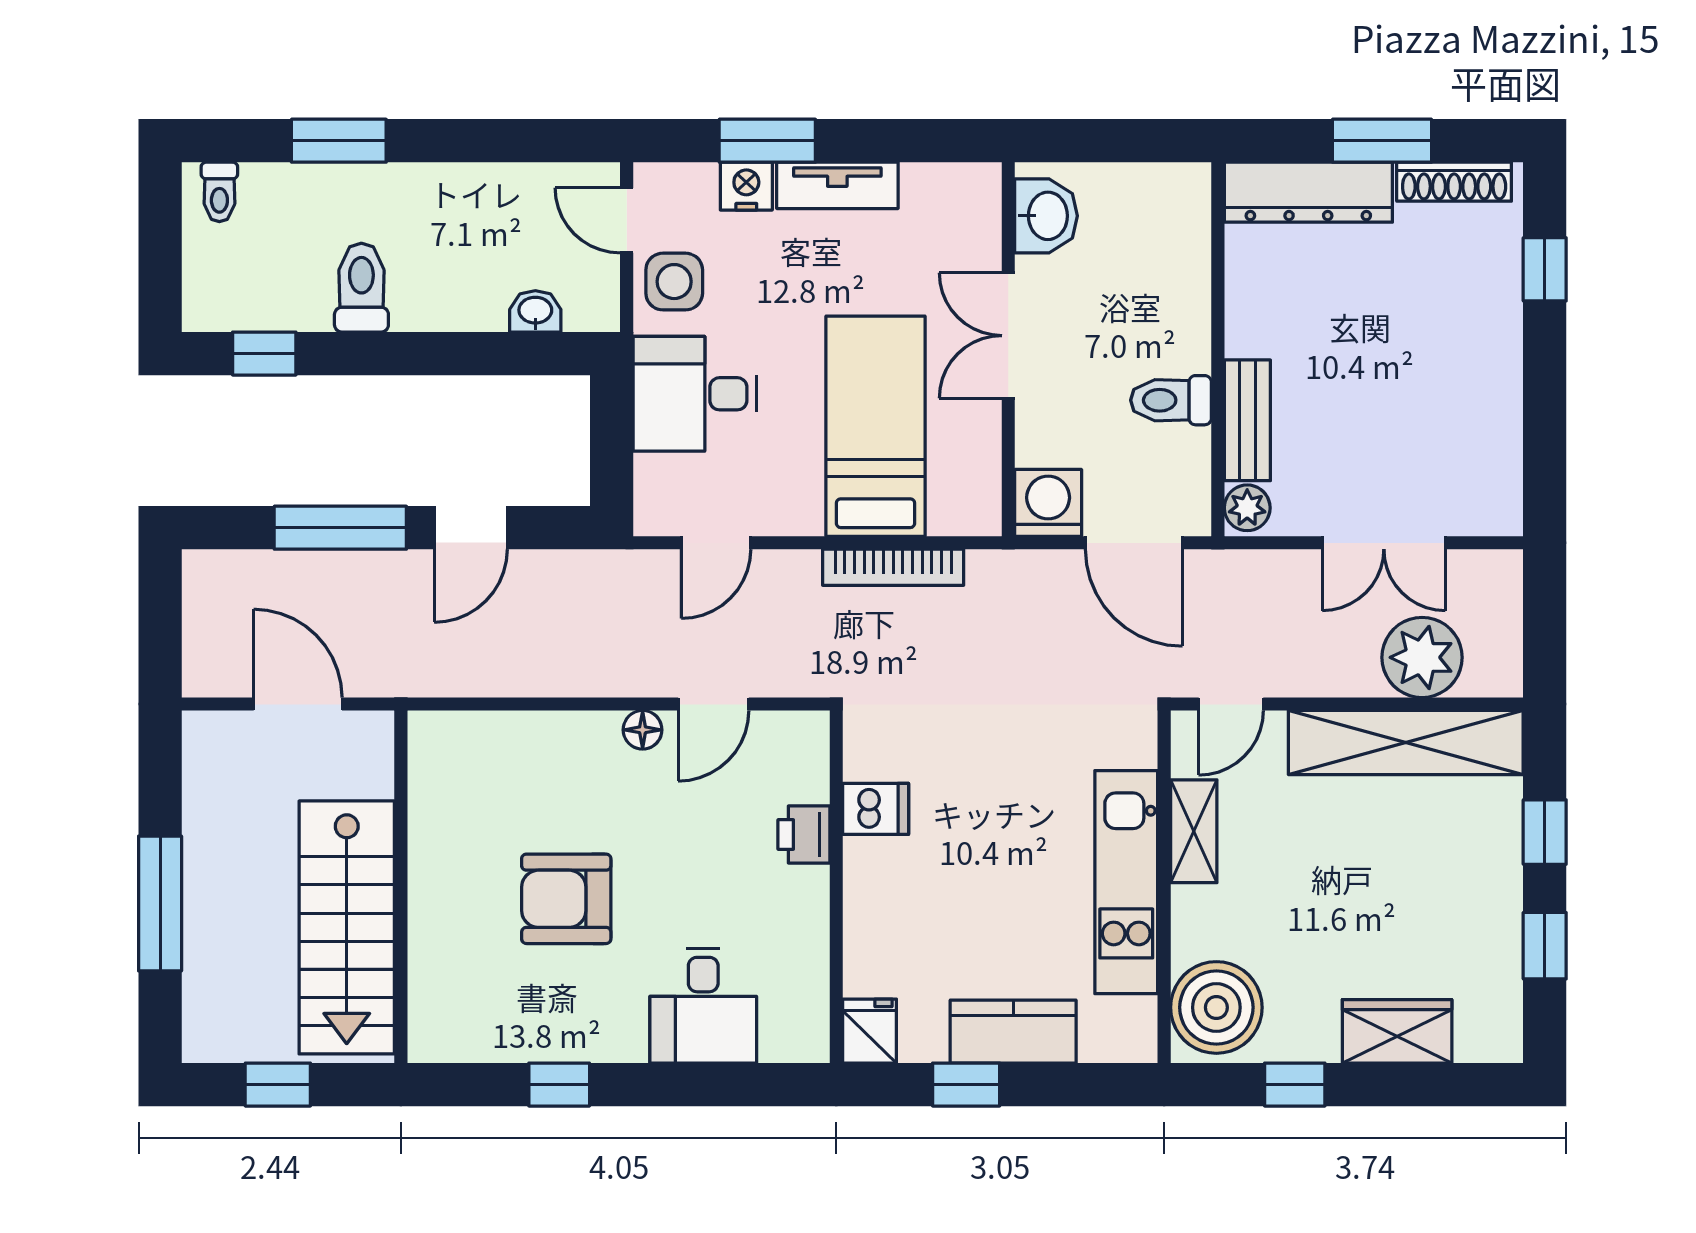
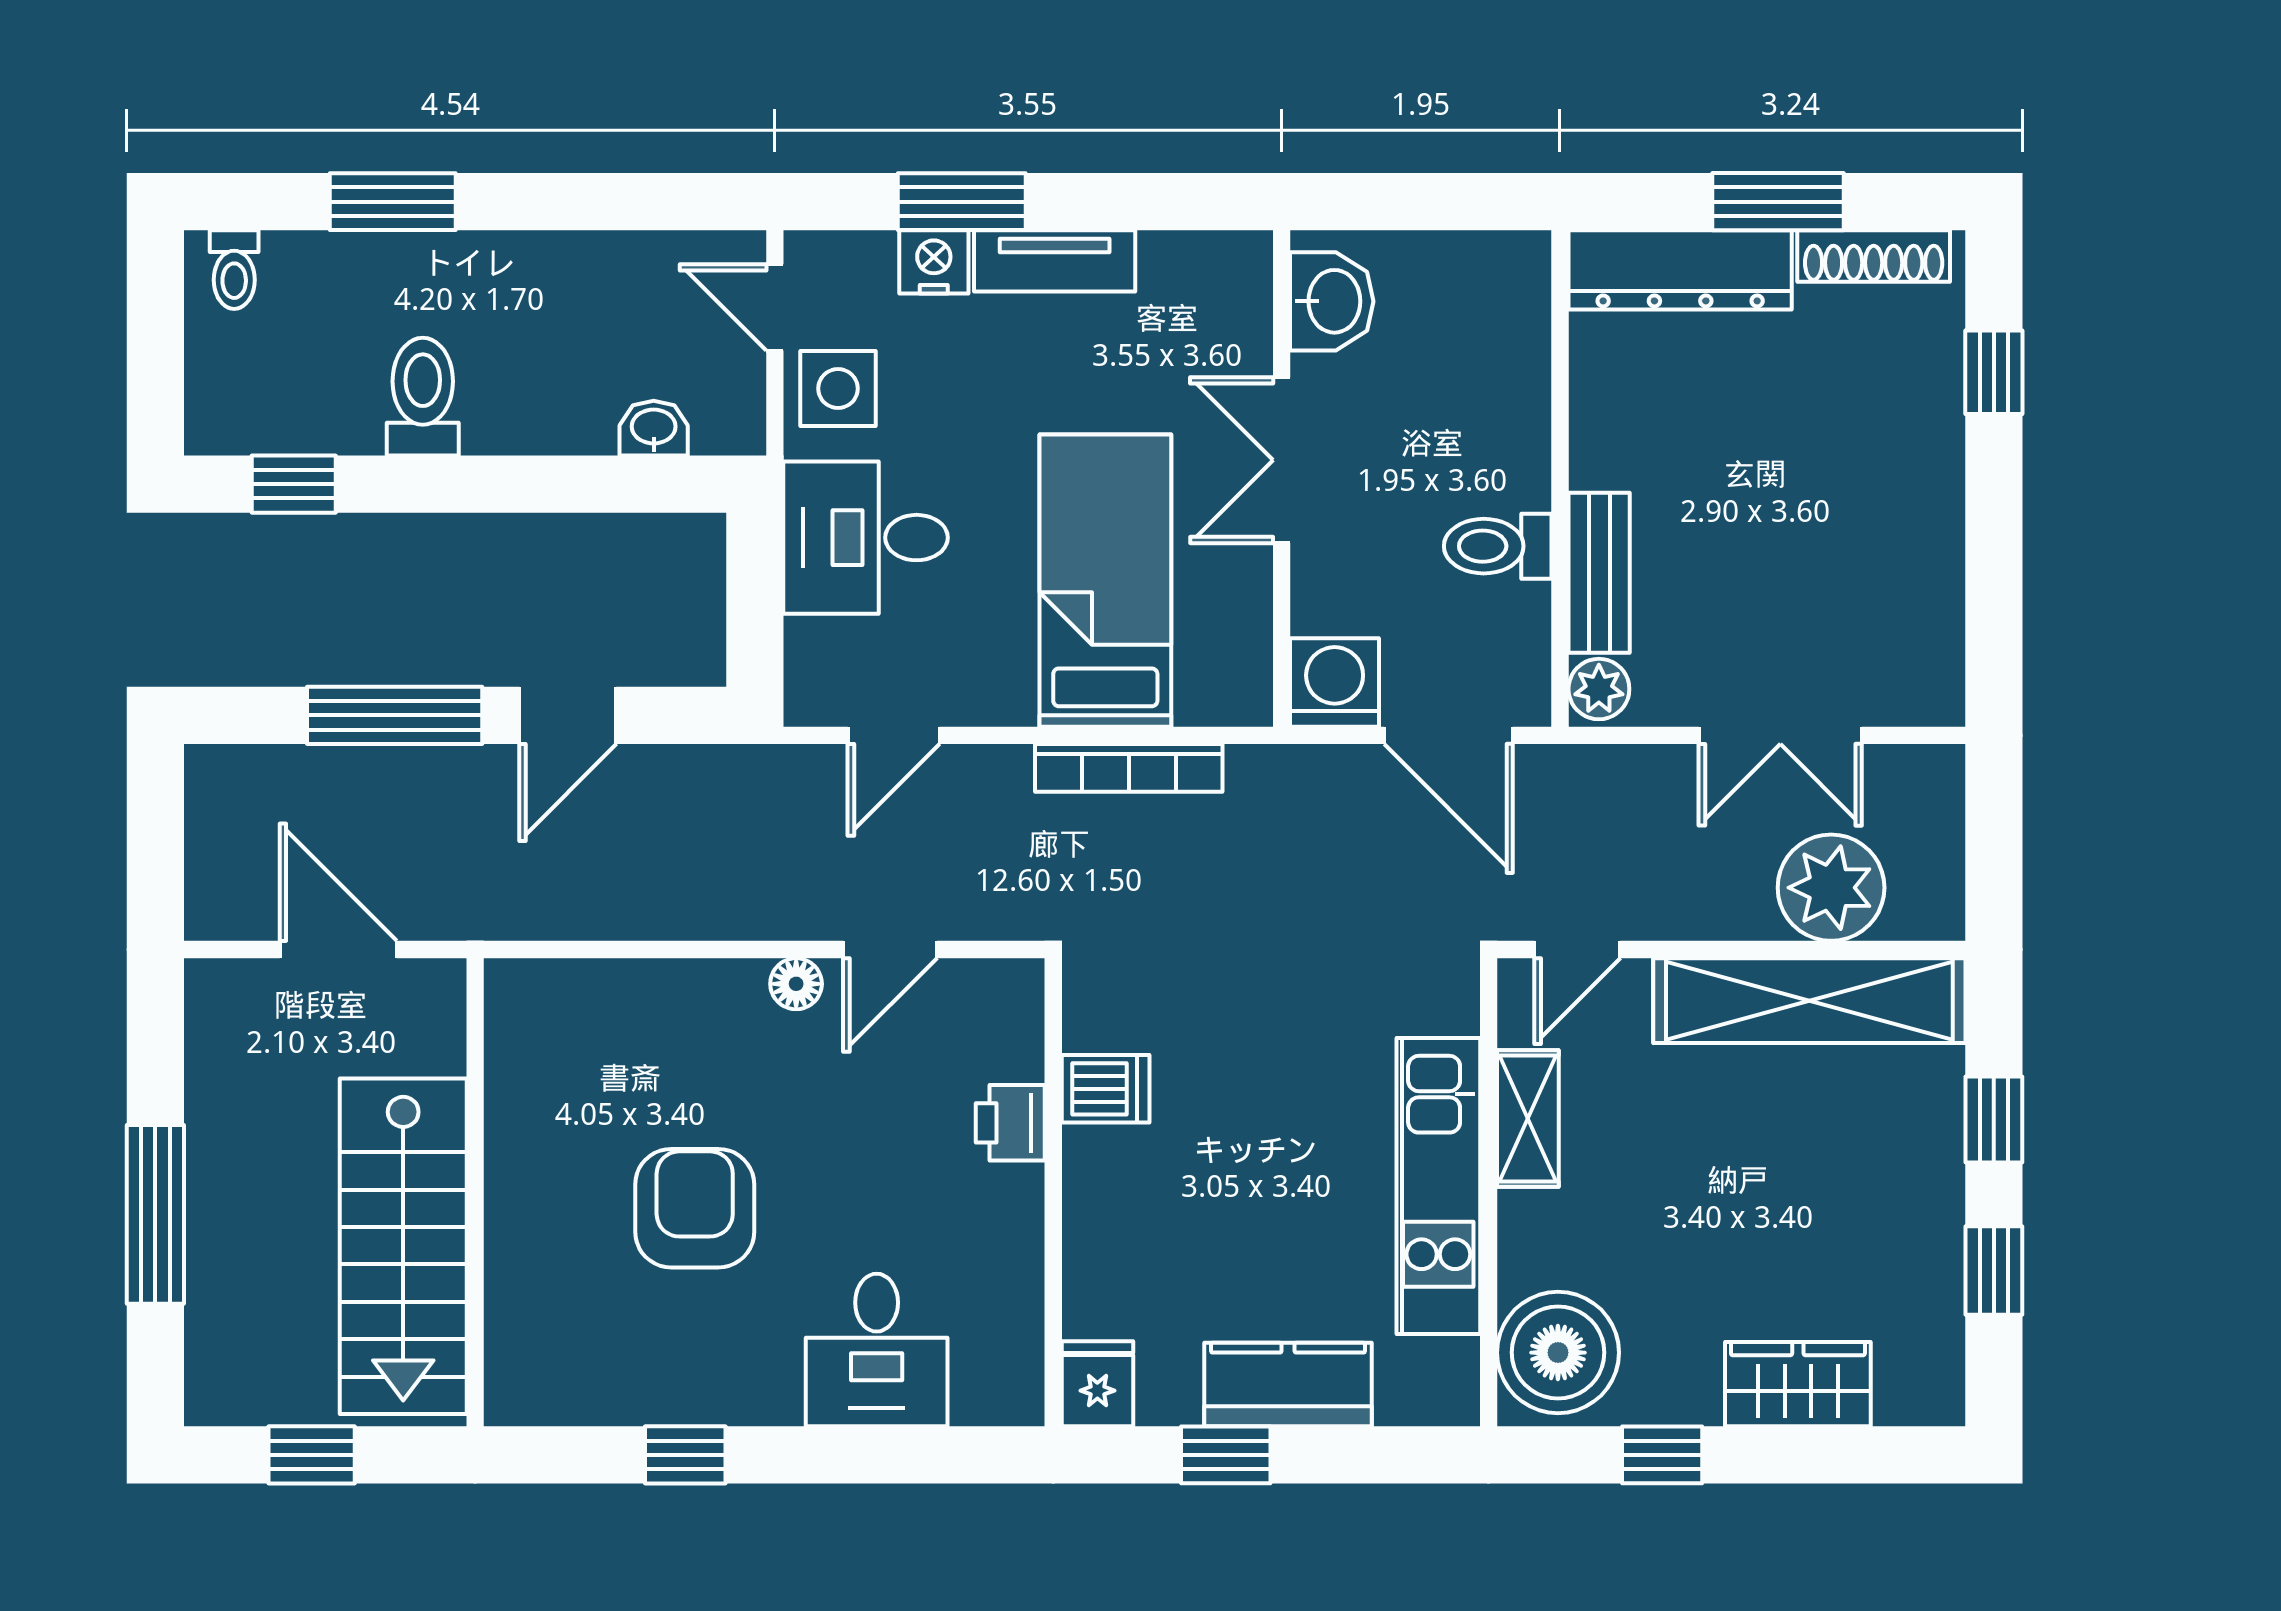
armchair: (566, 899) -> (695, 1208), turned 90

